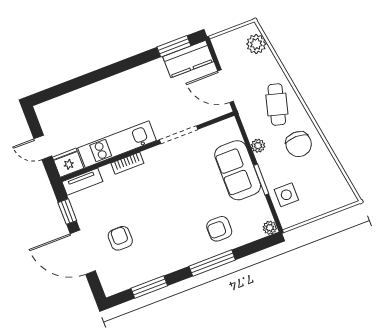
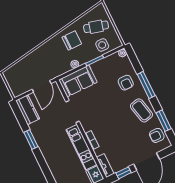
plant: (256, 44) -> (15, 71), removed
window: (174, 46) -> (31, 140), moved
cafe table: (277, 105) -> (96, 27), moved
sofa: (238, 170) -> (78, 81), moved
armchair: (120, 238) -> (157, 135), moved
coffee table: (170, 251) -> (141, 110), added

